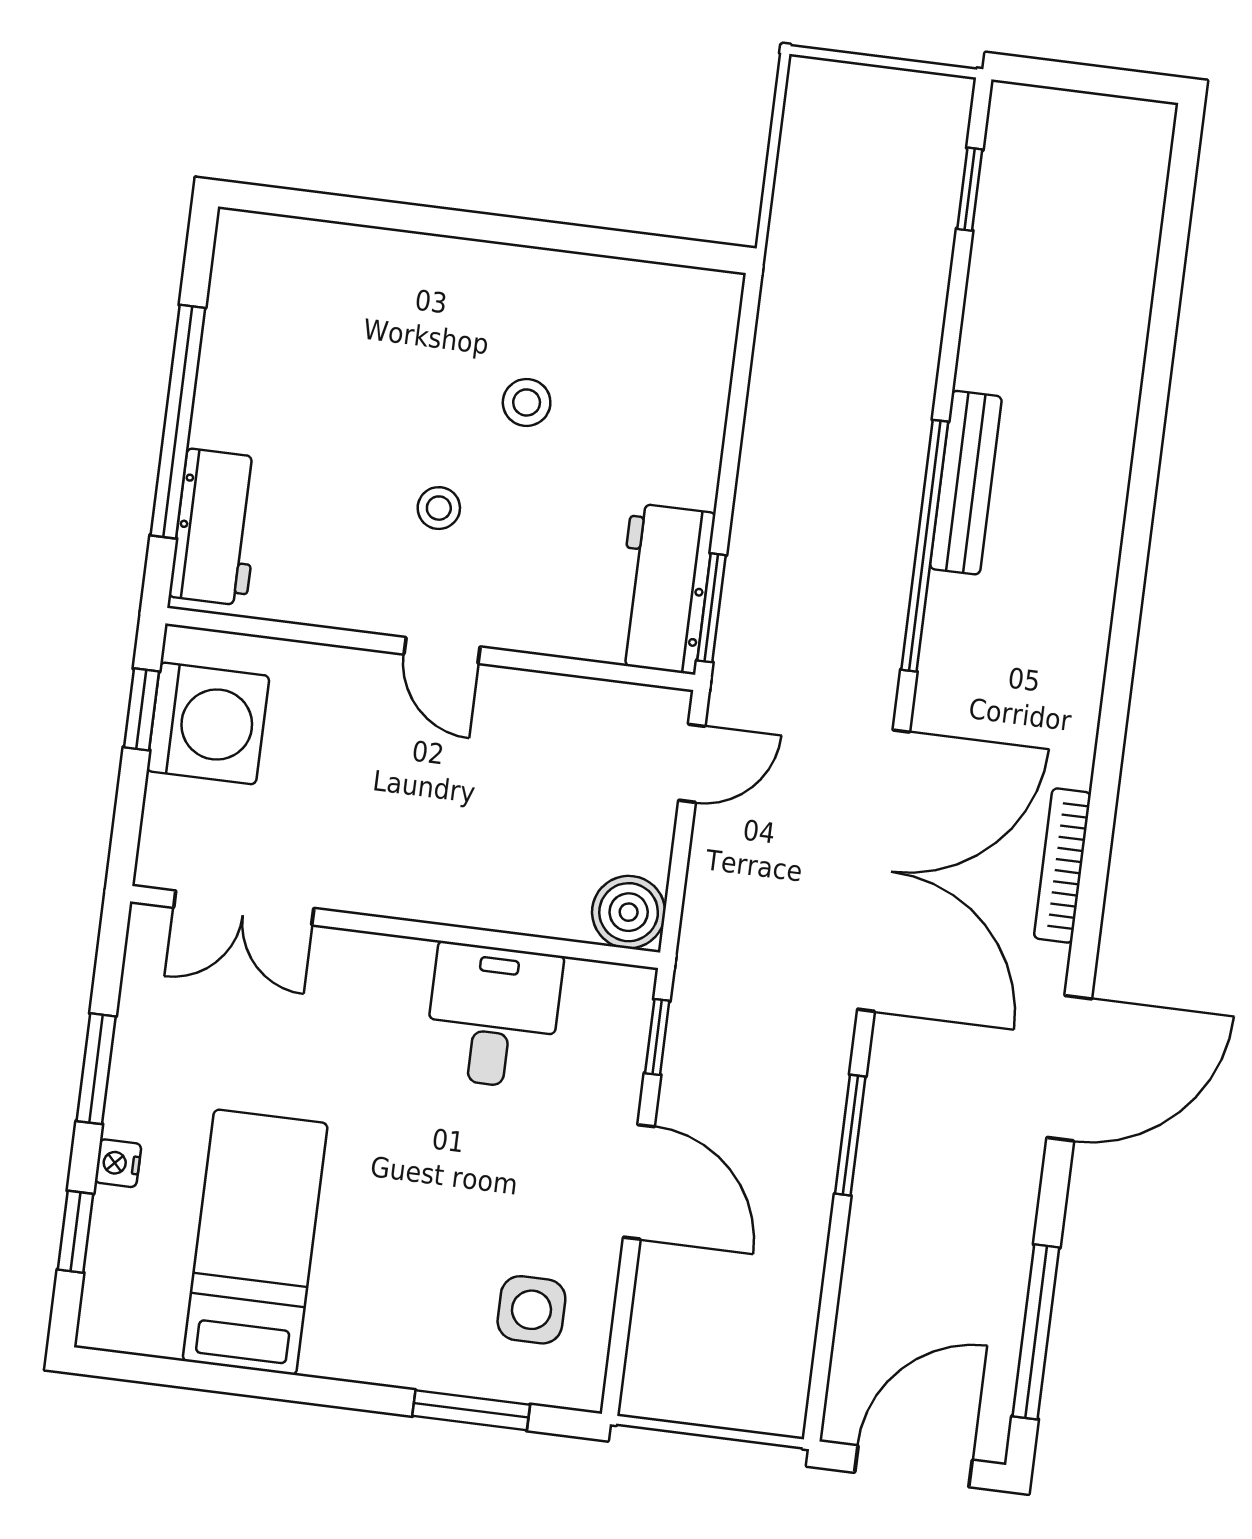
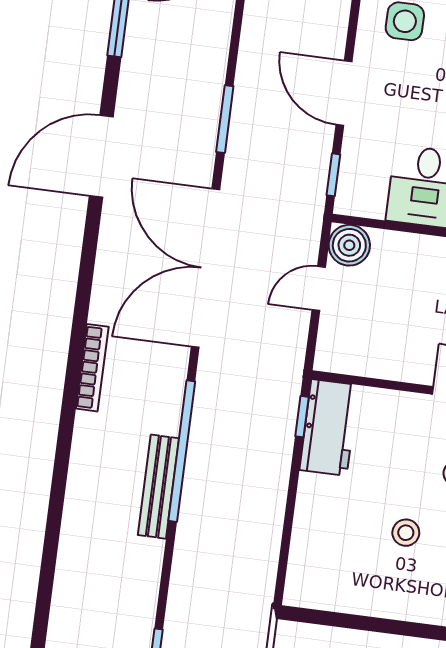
window: (711, 608) -> (302, 417), width x0.67
door: (692, 763) -> (319, 289), moved
bookcase: (1062, 866) -> (92, 368), moved

